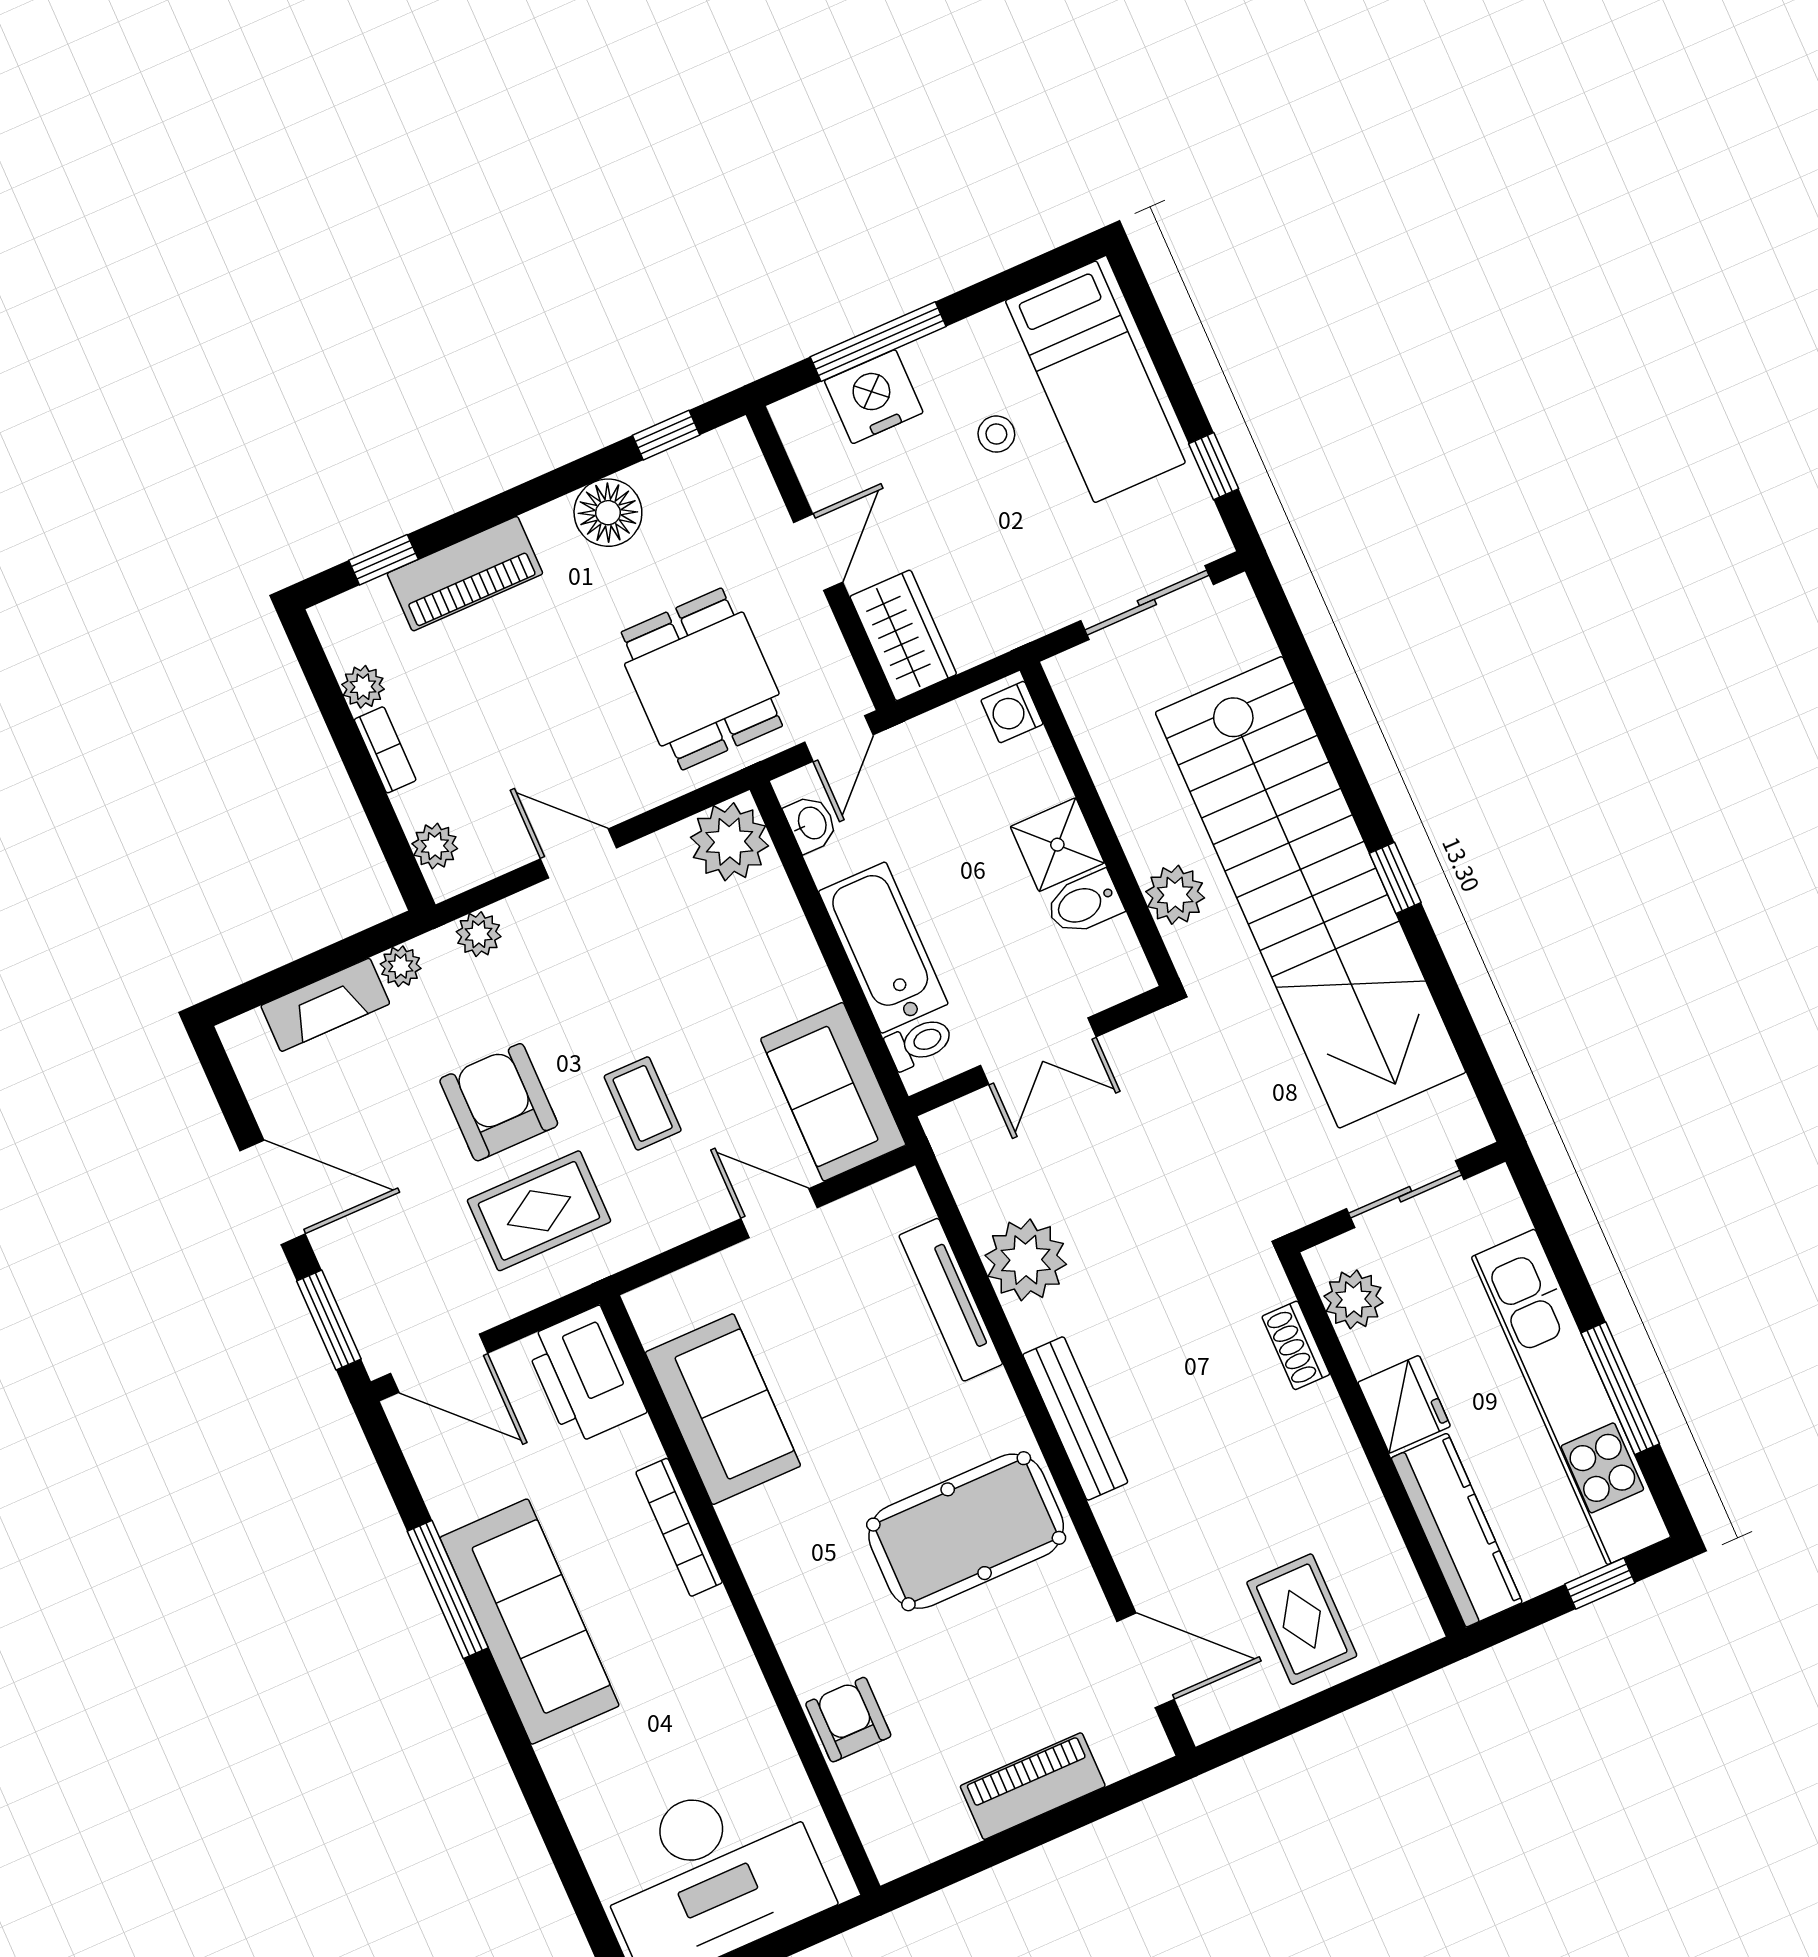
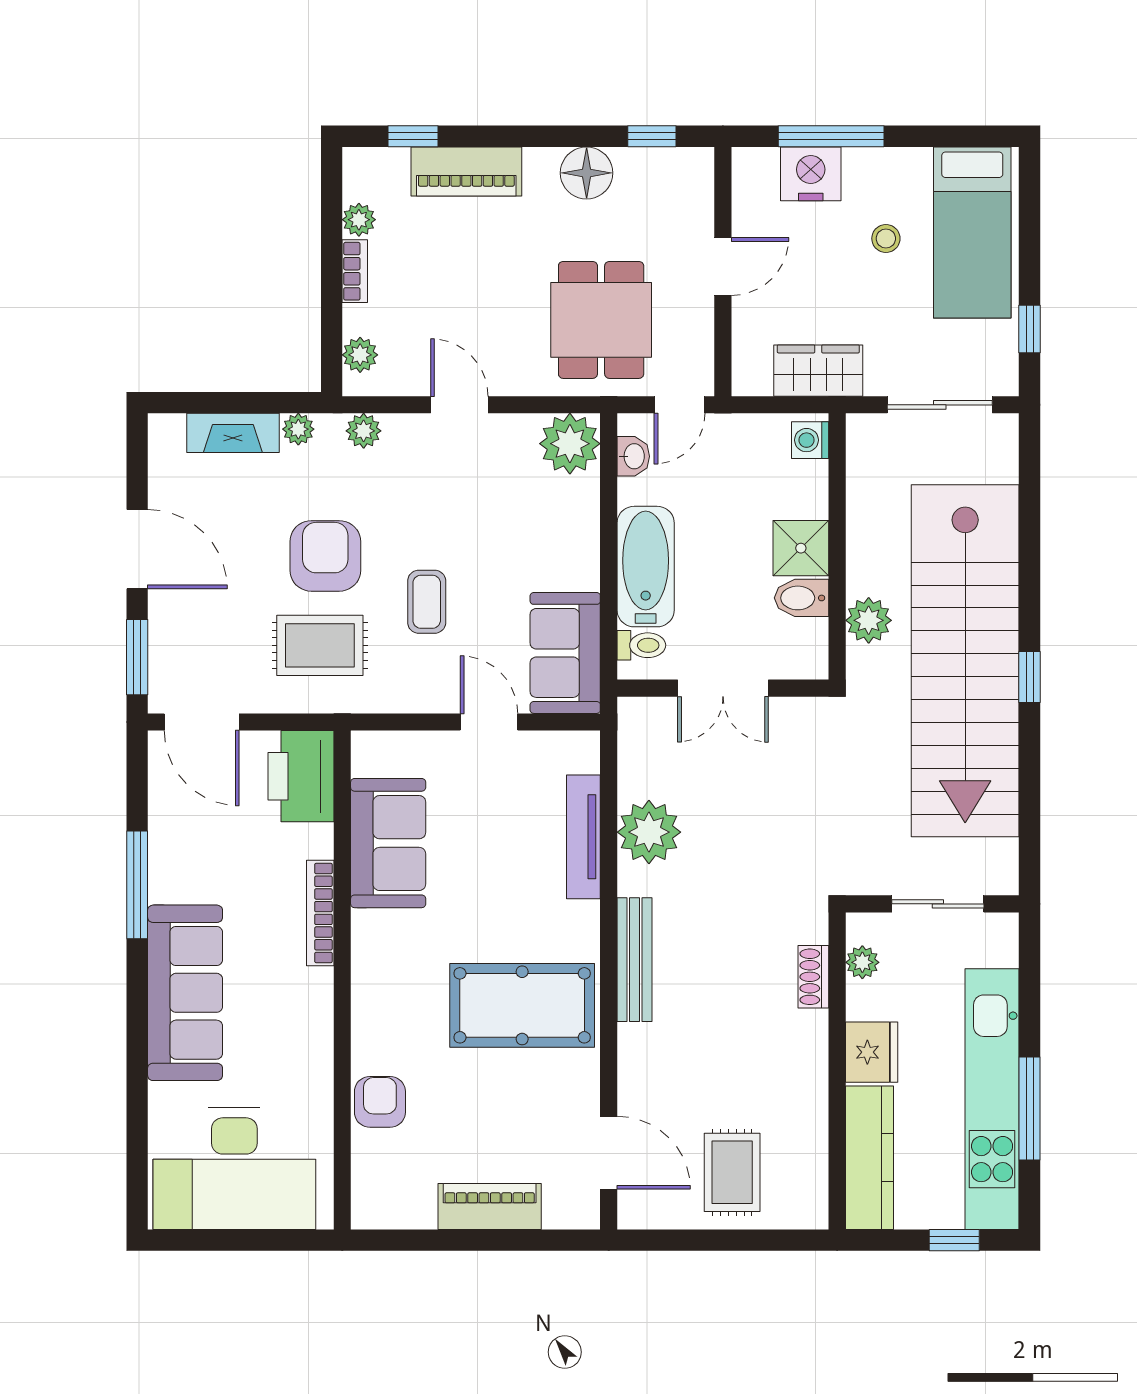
wardrobe: (903, 635) -> (818, 371), moved, turned -90
plant: (1354, 1299) -> (862, 962), width x0.73, depth x0.73
sofa: (530, 1622) -> (185, 993), moved

